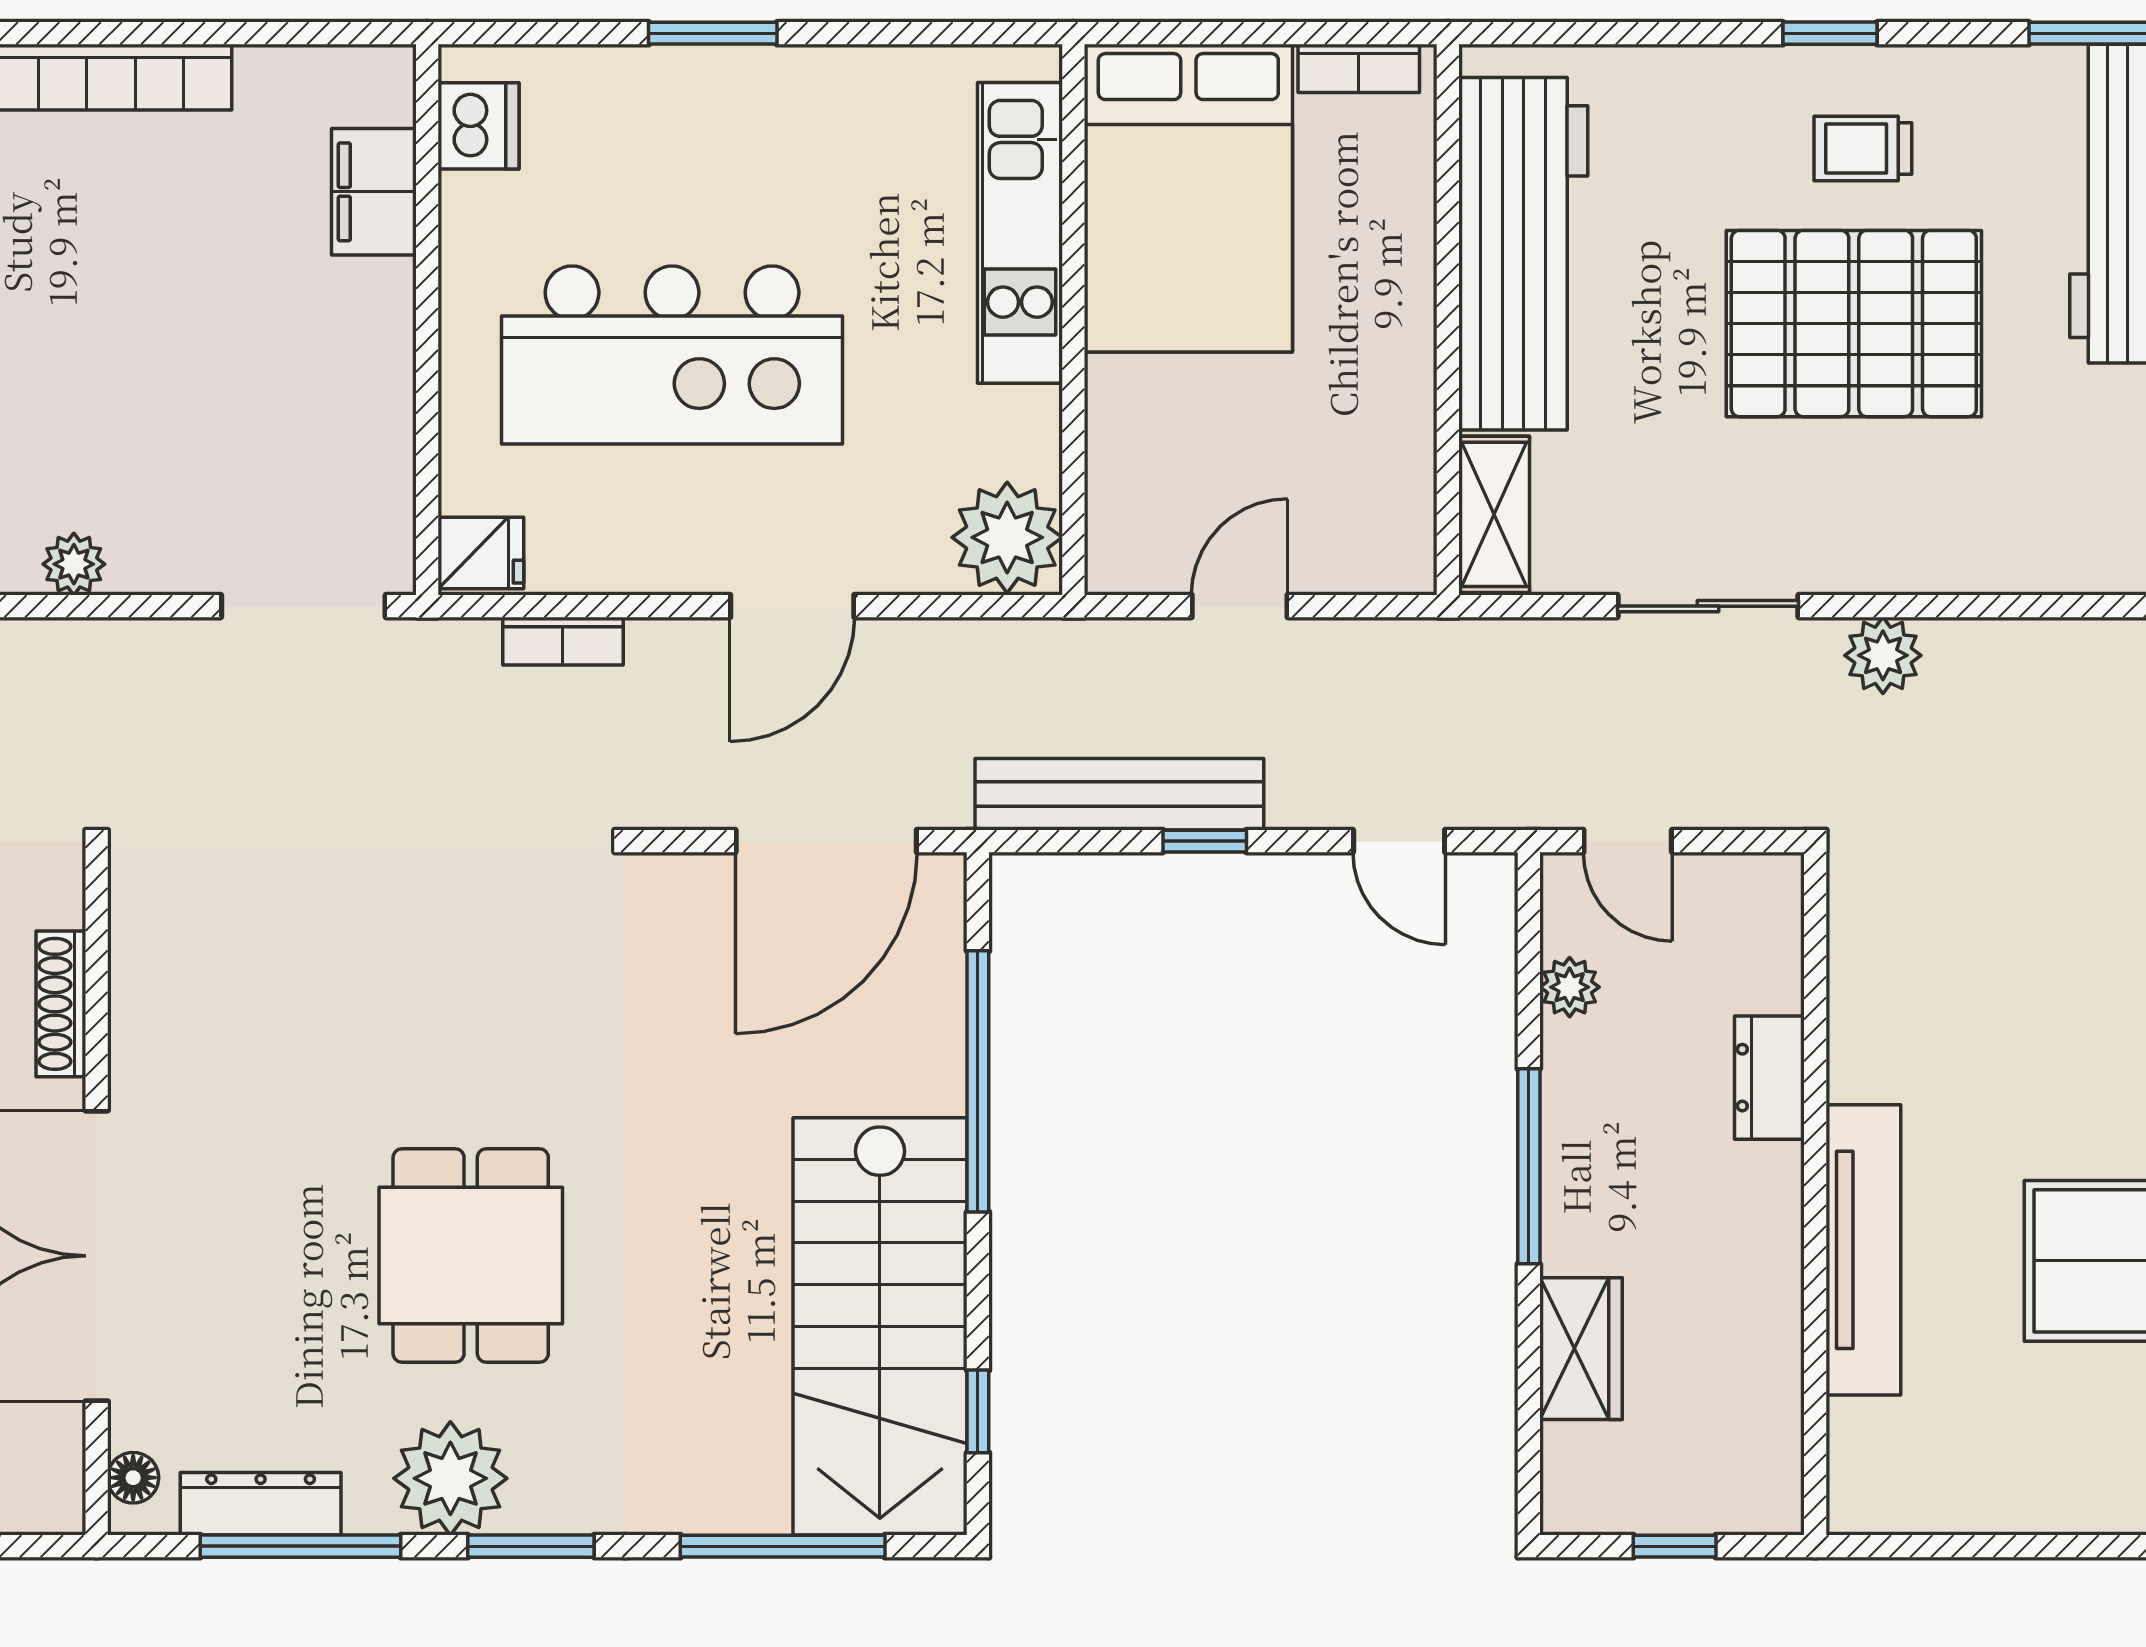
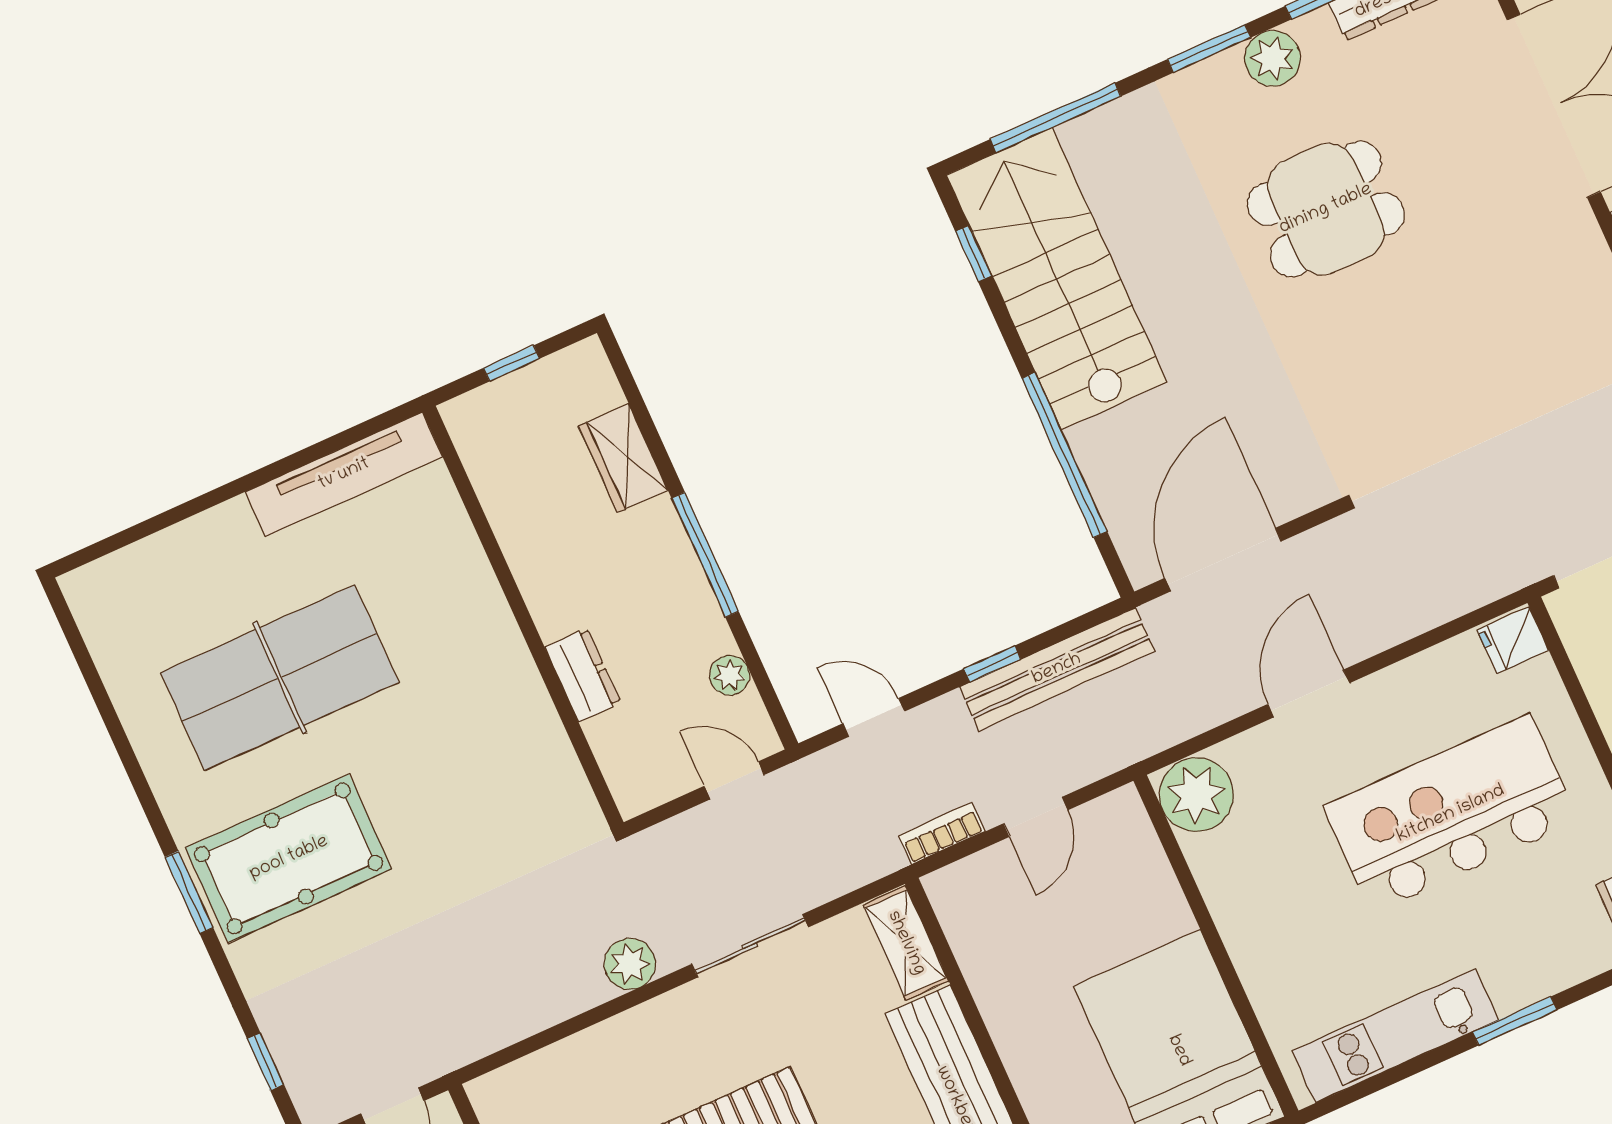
kitchen unit: (1020, 233) -> (1395, 1036), moved, turned -90
bookcase: (563, 641) -> (942, 833), moved
tv unit: (1863, 1250) -> (344, 474), moved, turned -90
dining table: (471, 1255) -> (1326, 209), turned 90
plant: (450, 1478) -> (1273, 58), width x0.73, depth x0.73

